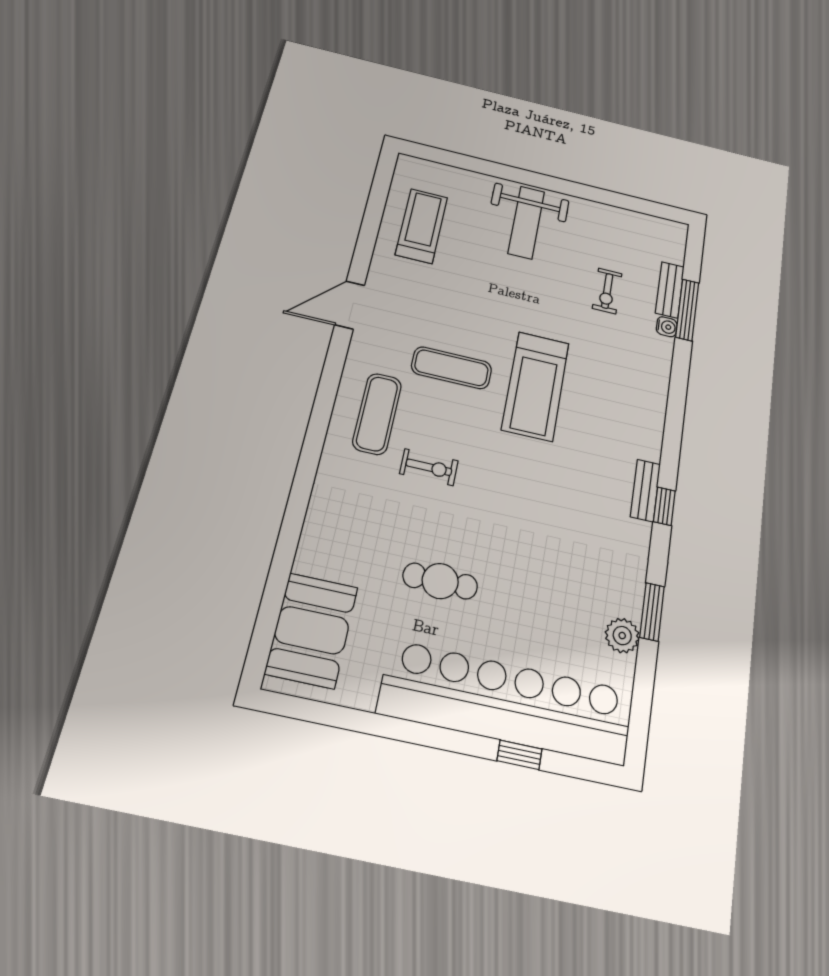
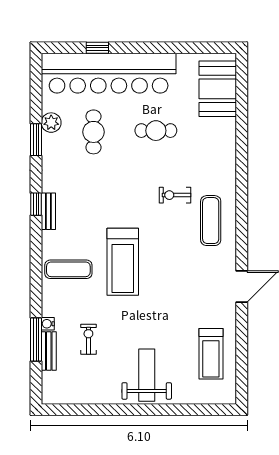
exercise mat: (452, 368) -> (68, 269), moved
treadmill: (536, 386) -> (123, 262), turned 180
cafe table: (551, 603) -> (93, 132), added

